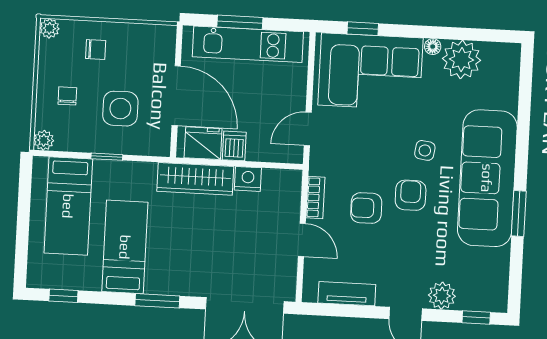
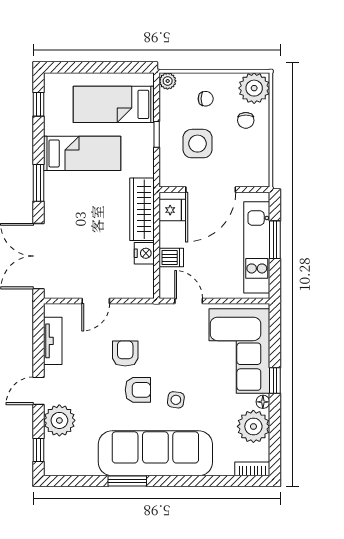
plant: (49, 28) -> (254, 88), width x1.88, depth x1.88
window: (363, 29) -> (275, 380), moved
fridge: (203, 143) -> (172, 210), width x0.72
dishwasher: (234, 146) -> (171, 258), moved
bookcase: (315, 197) -> (252, 469), moved, turned 180
plant: (442, 296) -> (59, 420), width x1.36, depth x1.36

